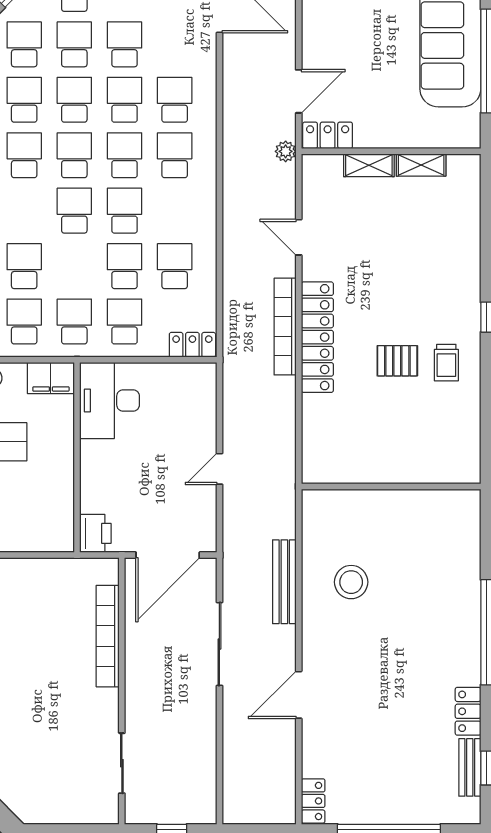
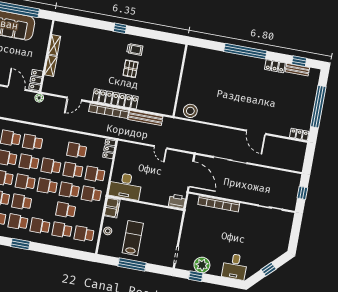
school desk: (24, 322) -> (69, 190), moved
bench: (284, 582) -> (145, 118), moved
stool: (351, 582) -> (190, 111), moved

